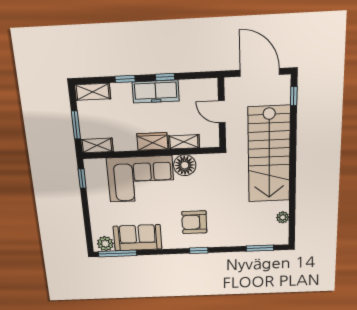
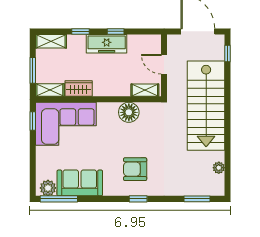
wardrobe: (152, 141) -> (79, 89), moved
shelving: (184, 142) -> (145, 90), moved
corner sofa: (141, 179) -> (66, 124), moved

